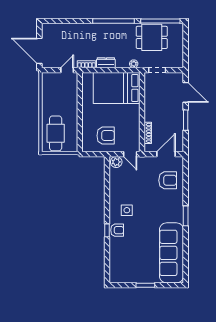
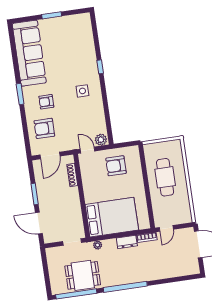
cafe table: (56, 133) -> (165, 177), moved
armchair: (117, 230) -> (46, 102), moved

